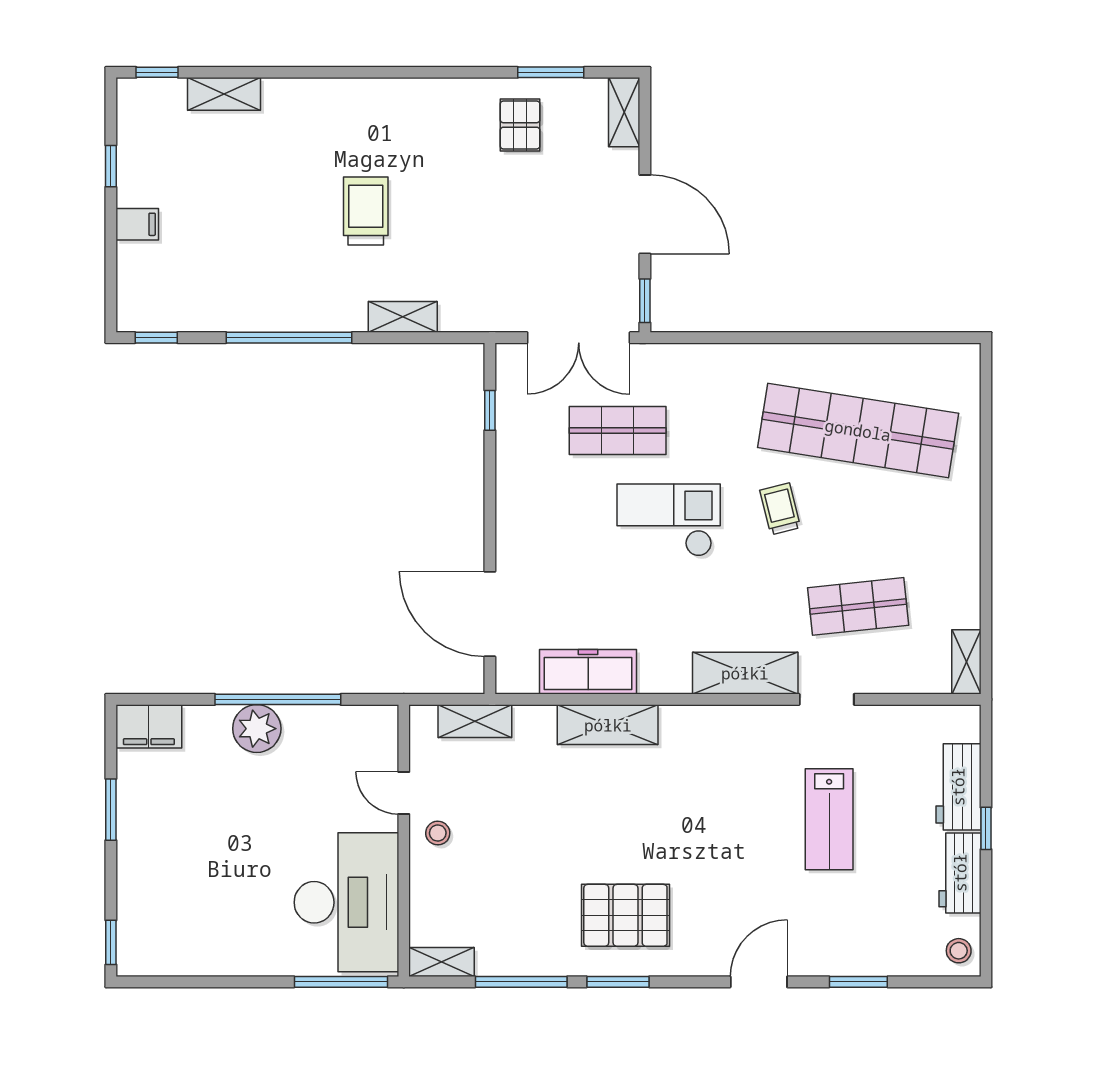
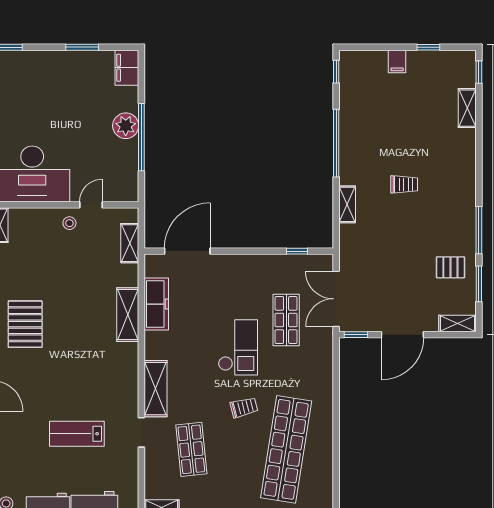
window: (451, 72) -> (479, 230), added
trolley: (366, 211) -> (404, 184), width x0.73, depth x0.72

